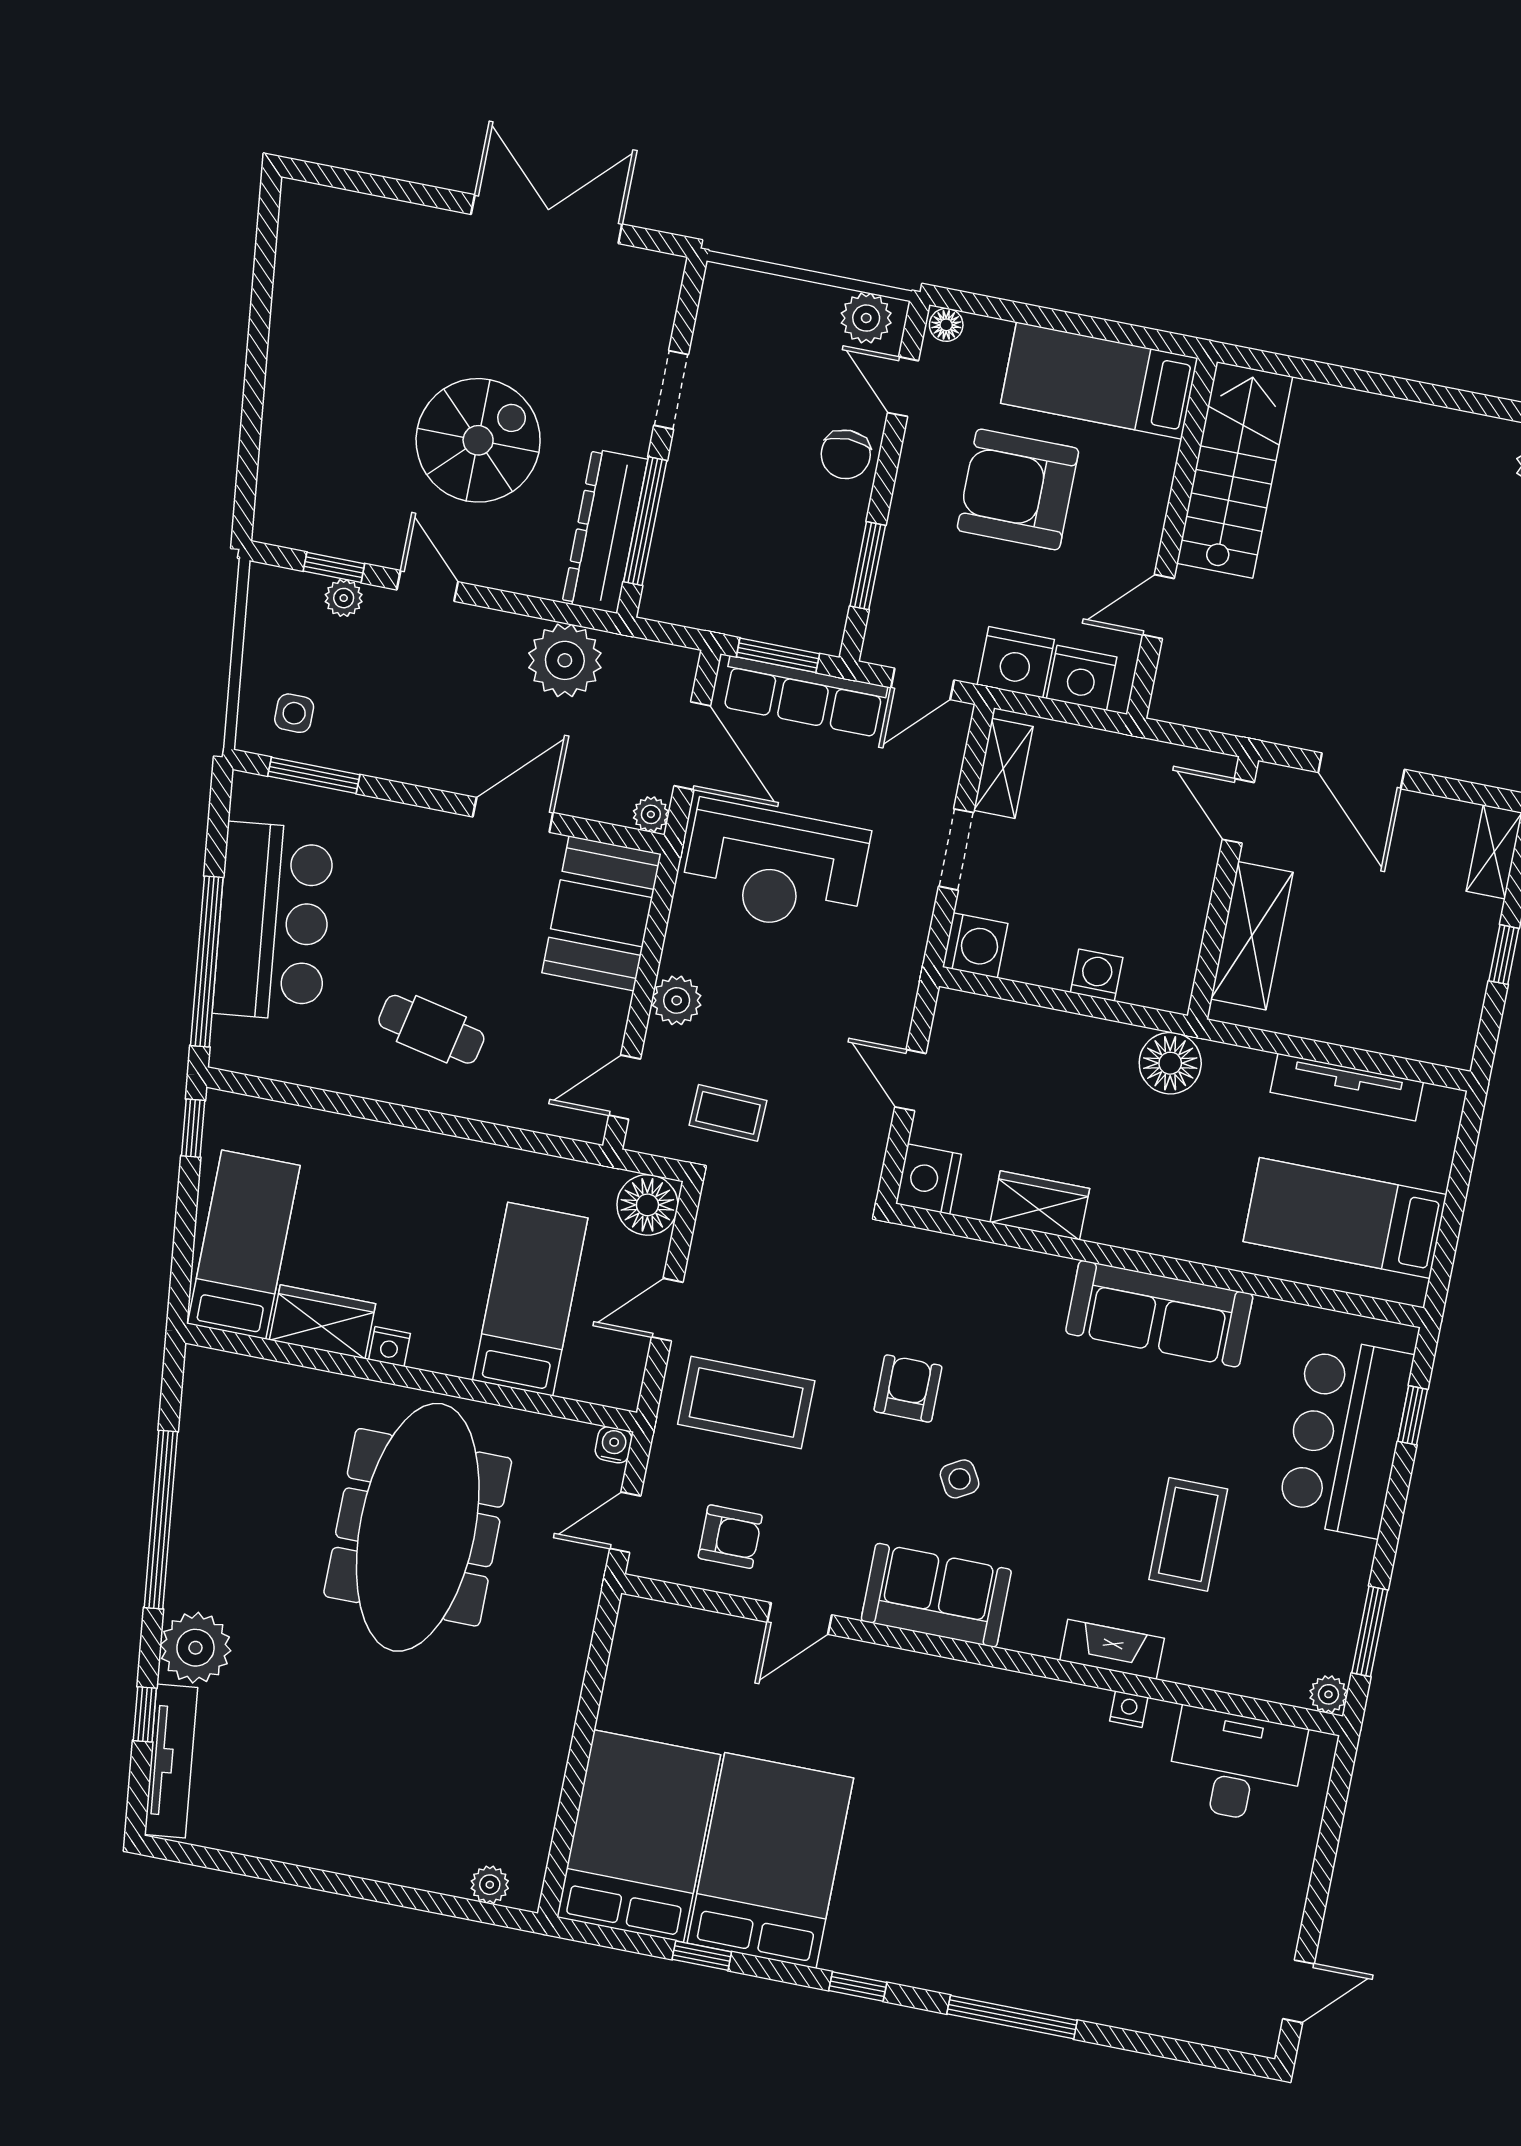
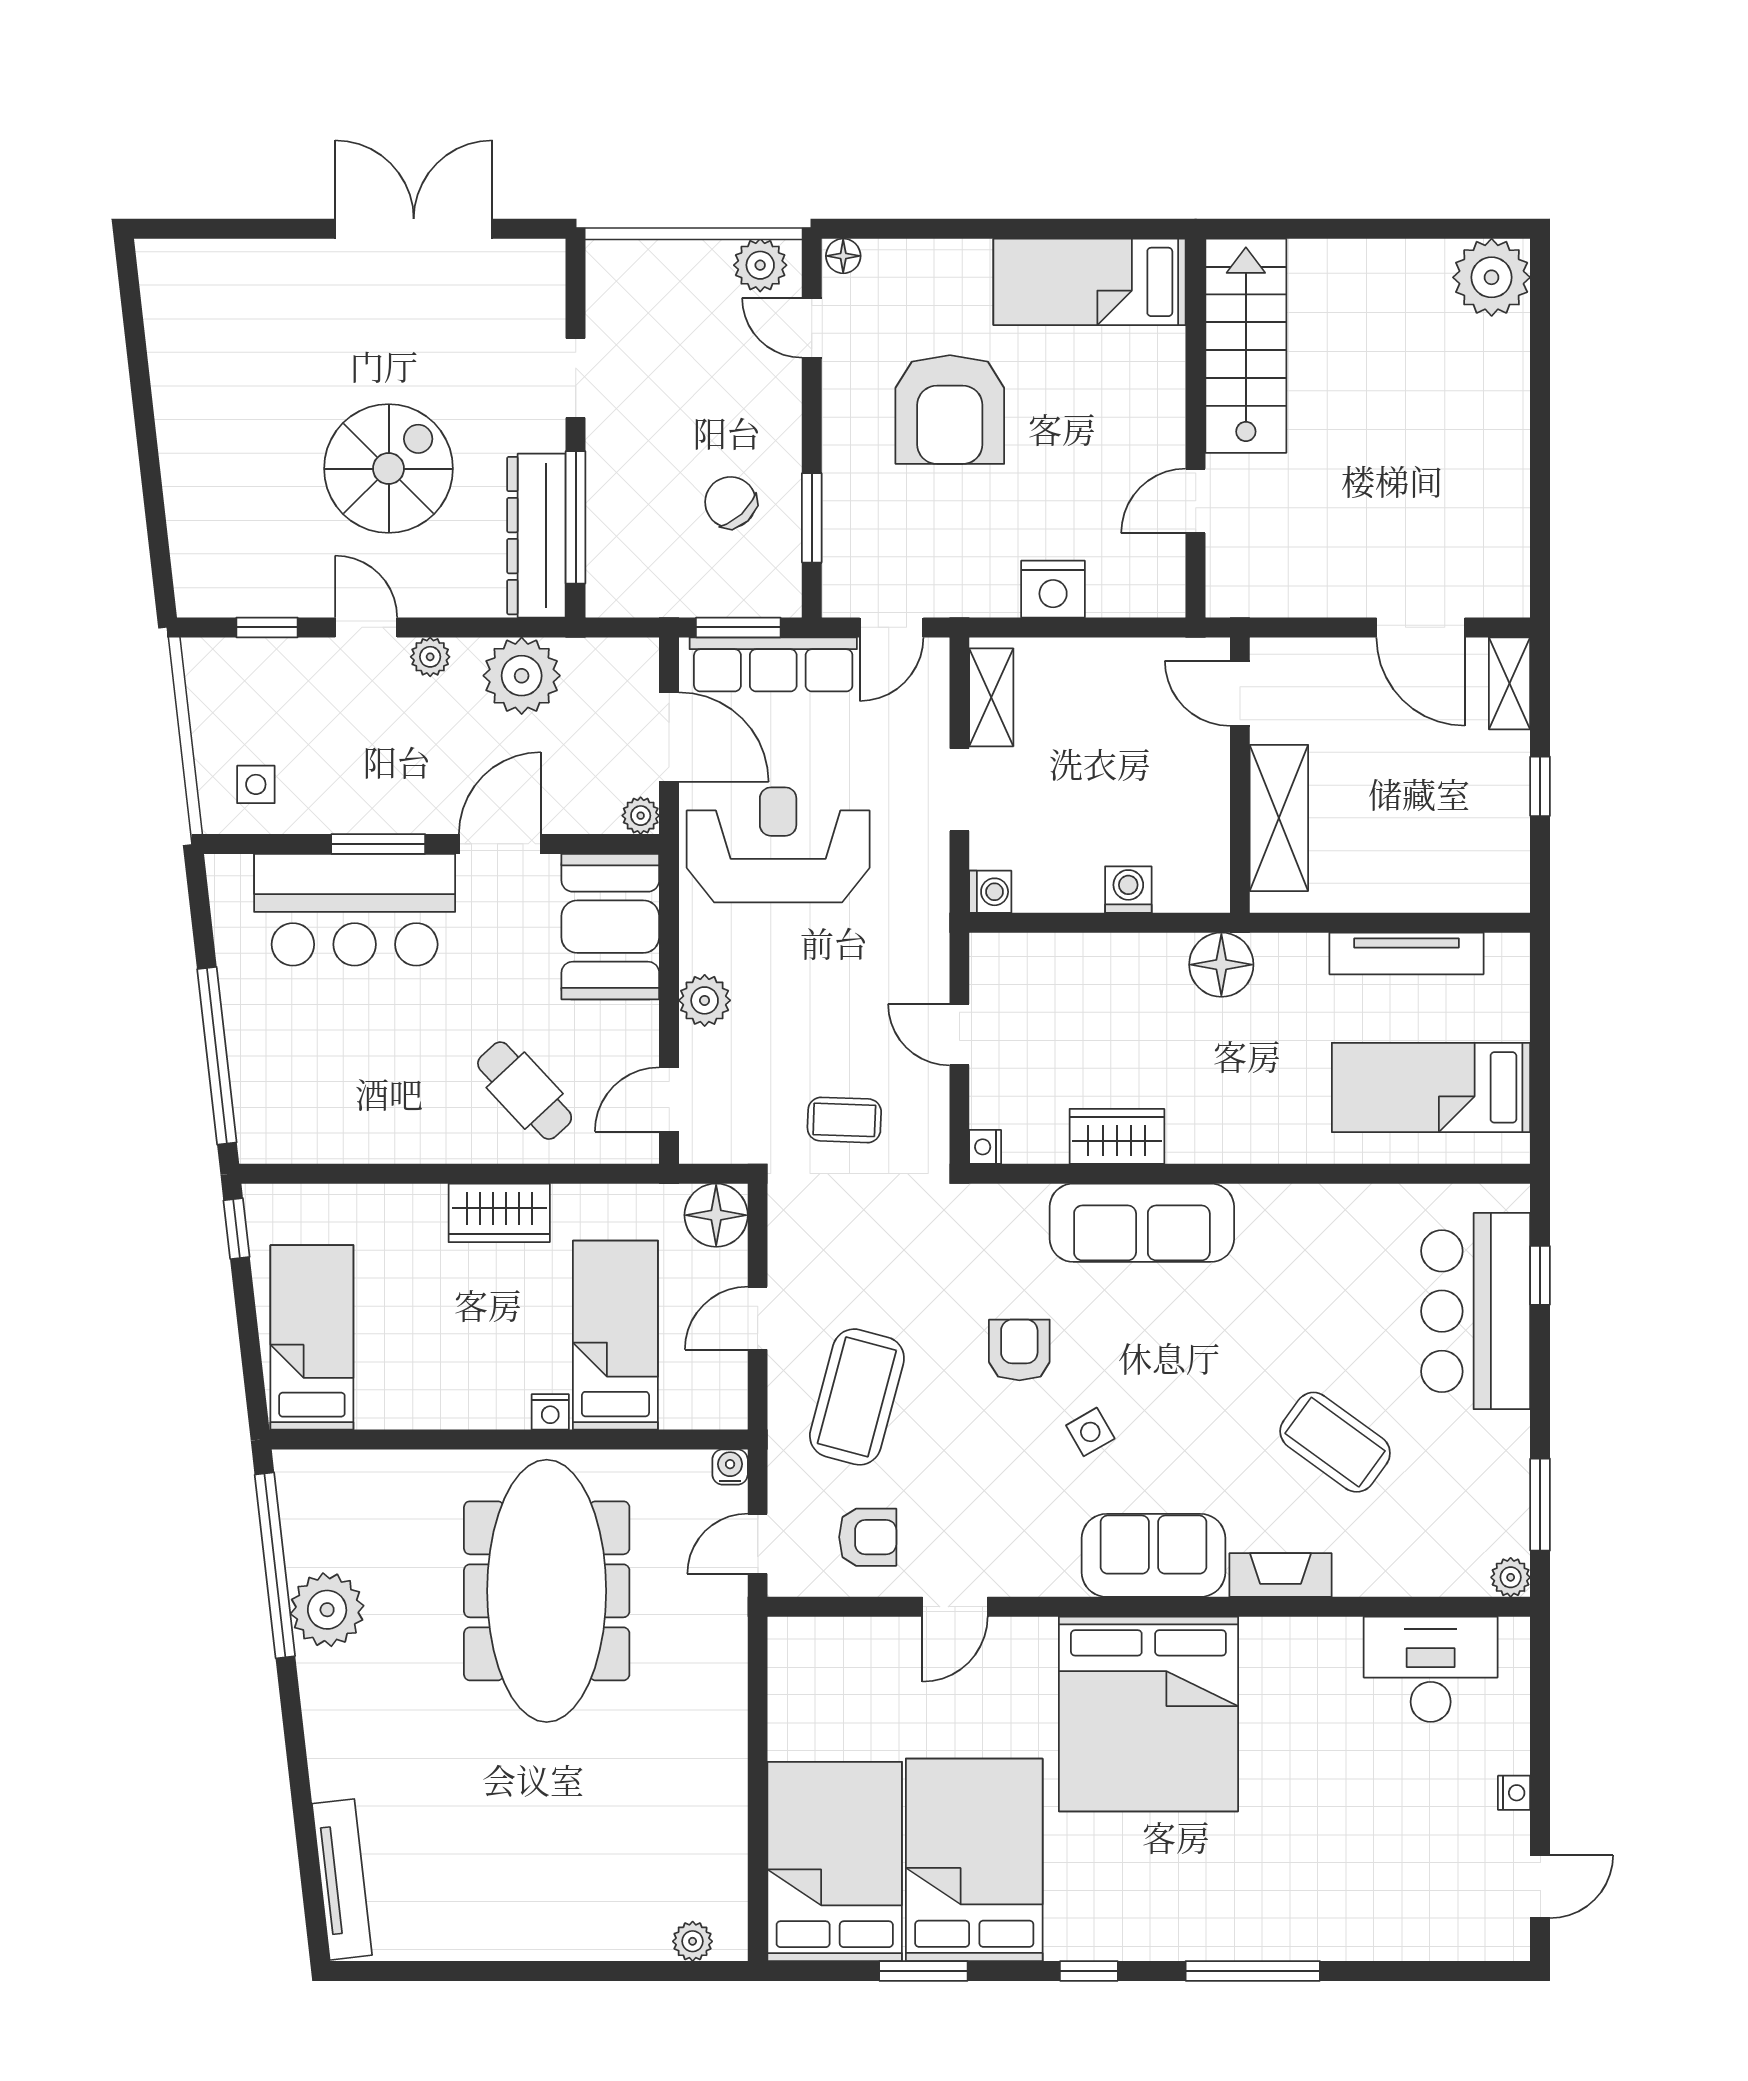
bed: (1099, 381) -> (1090, 282), moved
chair: (846, 454) -> (731, 502), moved, turned 137
stairs: (1235, 470) -> (1246, 346), moved
armchair: (1018, 489) -> (950, 410), turned -90
wall: (1172, 538) -> (1196, 428), moved
plant: (344, 598) -> (430, 657), moved
door: (1158, 607) -> (1196, 501), moved
nightstand: (1016, 662) -> (983, 586), removed
door: (1361, 771) -> (1421, 627), moved
window: (314, 775) -> (378, 844), moved
reception desk: (775, 868) -> (778, 845), turned 180
bar counter: (273, 922) -> (355, 910), moved, turned 96
washing machine: (975, 945) -> (990, 892), width x0.73, depth x0.73
cafe table: (431, 1029) -> (525, 1091), moved, turned 35
coffee table: (728, 1113) -> (844, 1120), moved
nightstand: (928, 1179) -> (985, 1147), width x0.53, depth x0.56
sofa: (1159, 1314) -> (1142, 1223), moved
wardrobe: (323, 1322) -> (499, 1213), moved, turned 180
nightstand: (389, 1346) -> (550, 1412), moved
coffee table: (746, 1402) -> (857, 1397), turned -75
window: (161, 1520) -> (275, 1565), moved
coffee table: (1188, 1534) -> (1335, 1442), turned -54
sofa: (936, 1595) -> (1153, 1555), moved
plant: (195, 1648) -> (327, 1610), moved
nightstand: (1129, 1709) -> (1514, 1793), moved, turned 90
window: (145, 1714) -> (306, 1837), removed
bed: (962, 1756) -> (1148, 1714), added
window: (702, 1956) -> (923, 1971), width x1.50

